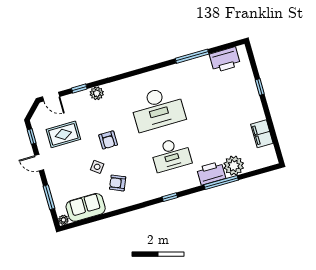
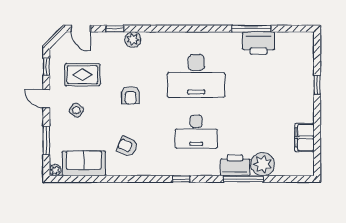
printer: (225, 60) -> (259, 43), moved
side table: (97, 167) -> (76, 110), moved

